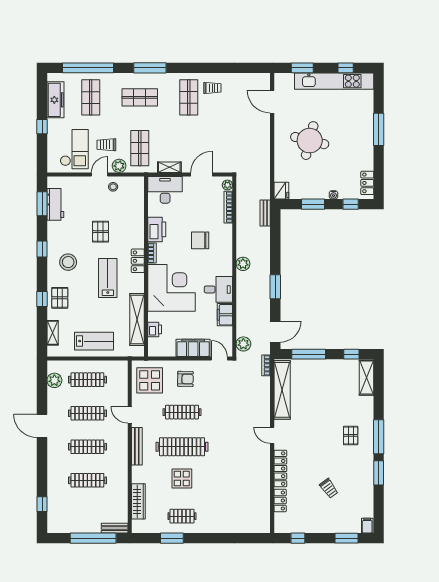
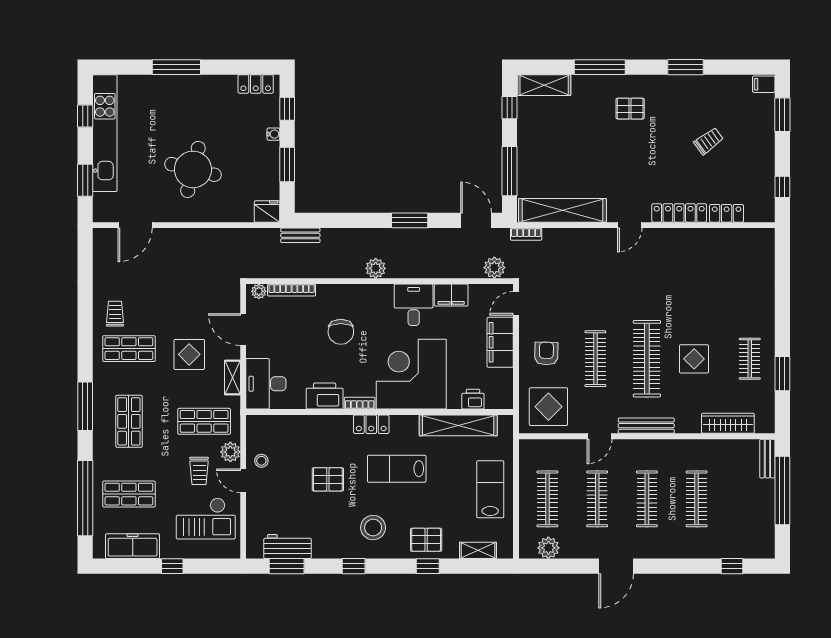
display table: (185, 138) -> (189, 354), added
checkout: (74, 149) -> (206, 518), turned 180
window: (379, 437) -> (600, 67), moved

